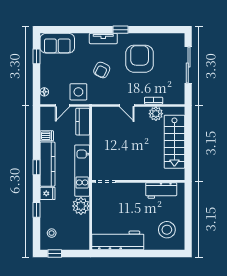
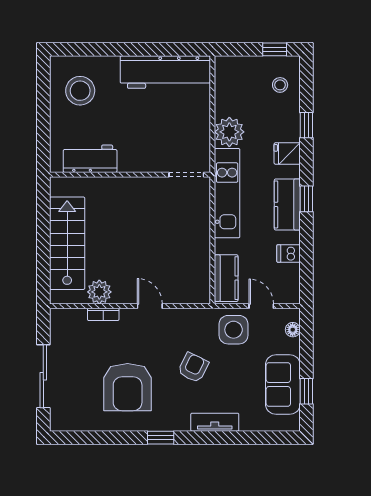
tv unit: (103, 39) -> (215, 422), moved
sofa: (57, 43) -> (283, 385), moved, turned -90
door: (62, 105) -> (261, 306), hinge flipped
kitchen counter: (47, 164) -> (287, 204), width x0.67

